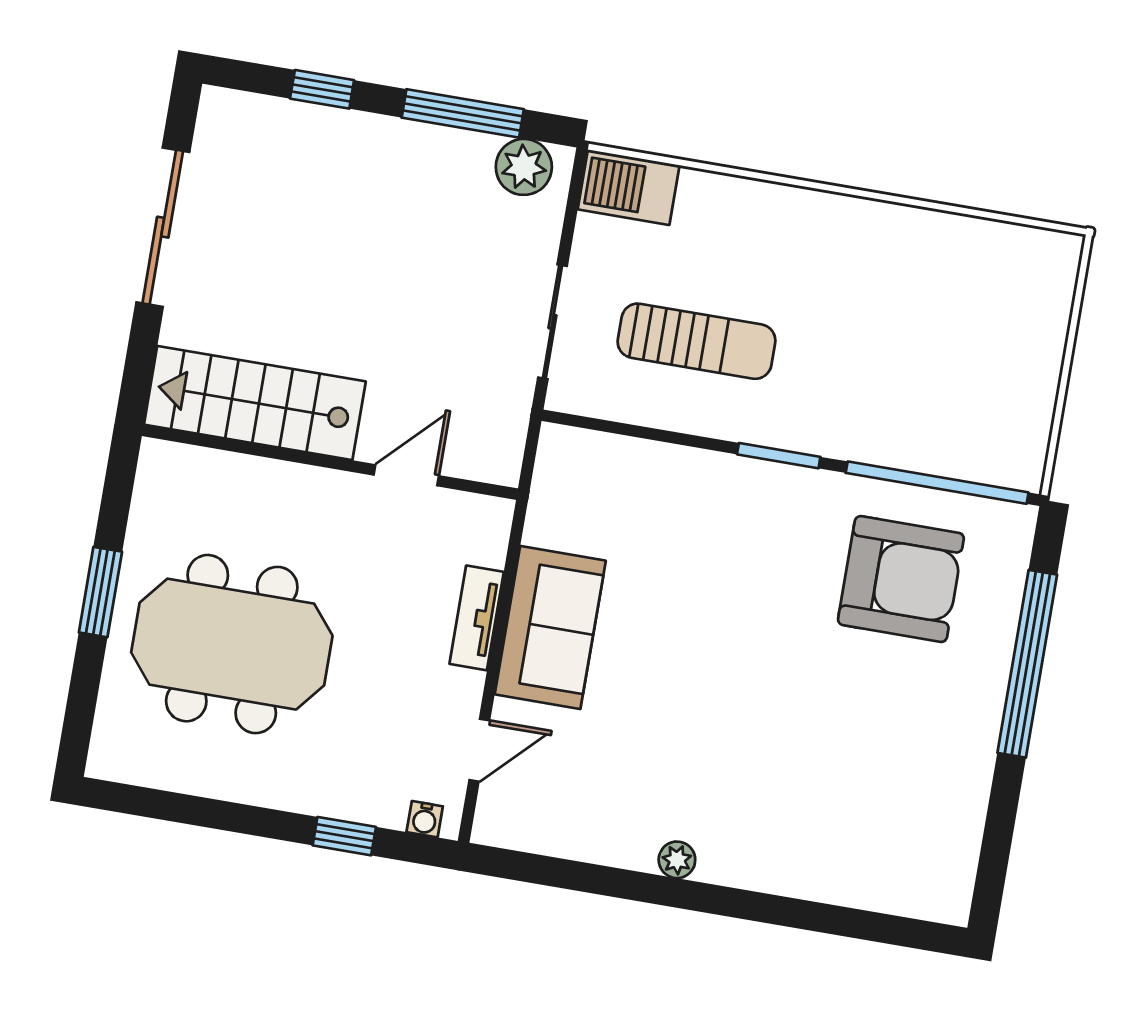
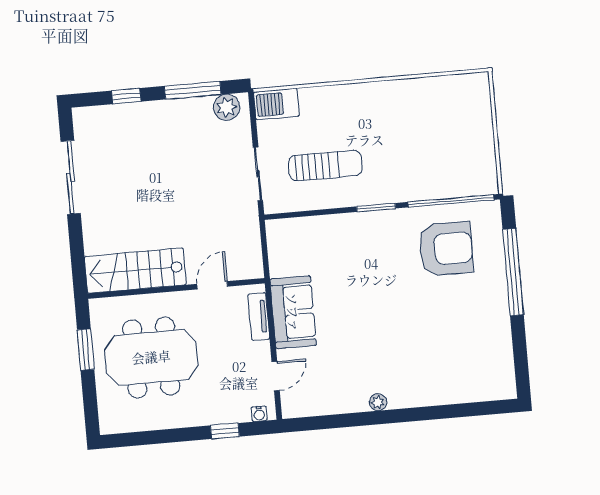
stairs: (255, 403) -> (135, 271), moved
wall: (330, 462) -> (176, 288), moved
door: (406, 475) -> (212, 285), moved

